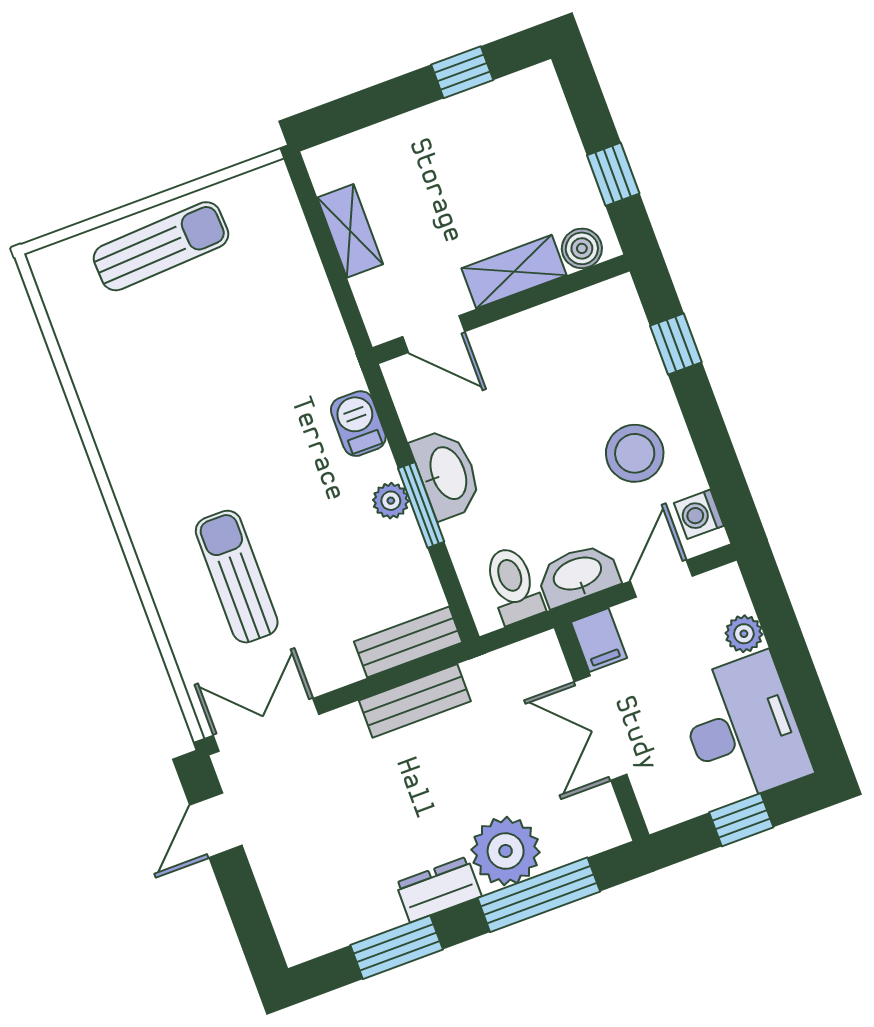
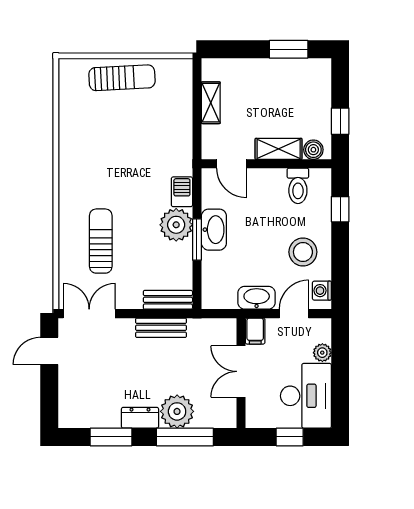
window: (462, 72) -> (289, 49), width x1.50
plant: (391, 501) -> (176, 225), width x1.87, depth x1.87
toilet: (513, 585) -> (298, 186), moved, turned 180

